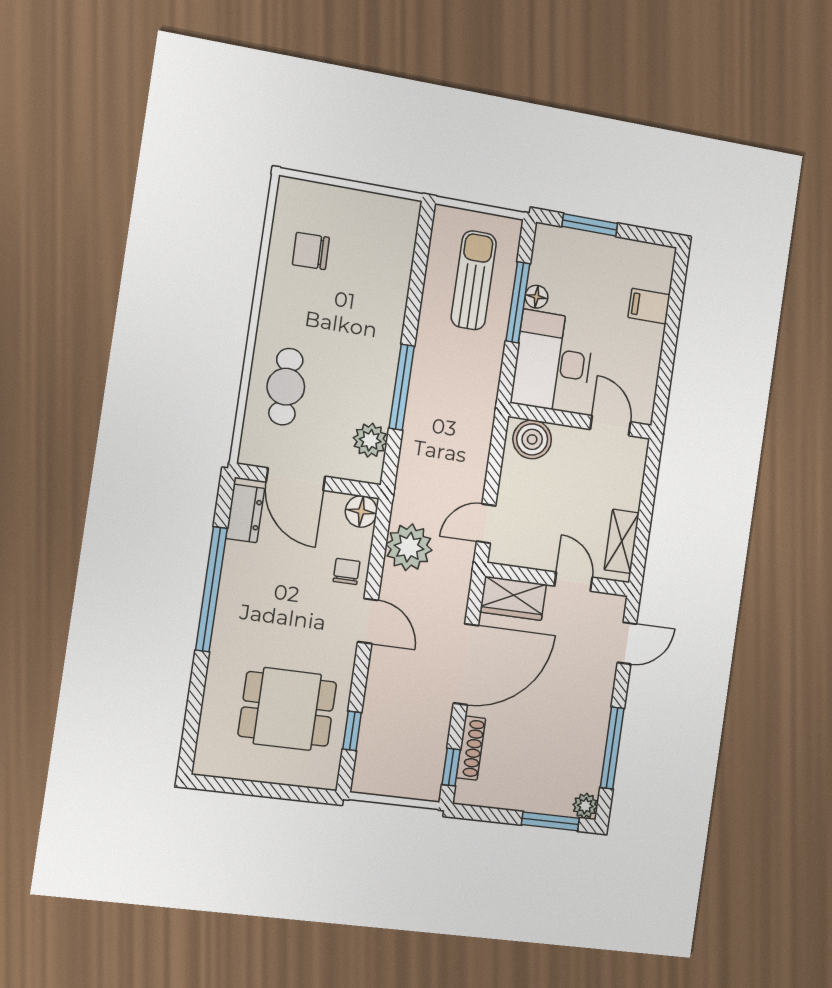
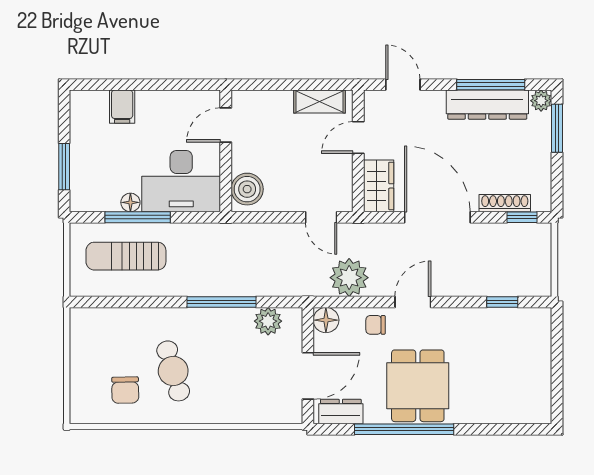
cafe table: (286, 387) -> (173, 371), moved, turned 74
dining table: (287, 709) -> (418, 386), moved
dresser: (590, 741) -> (487, 105), added

